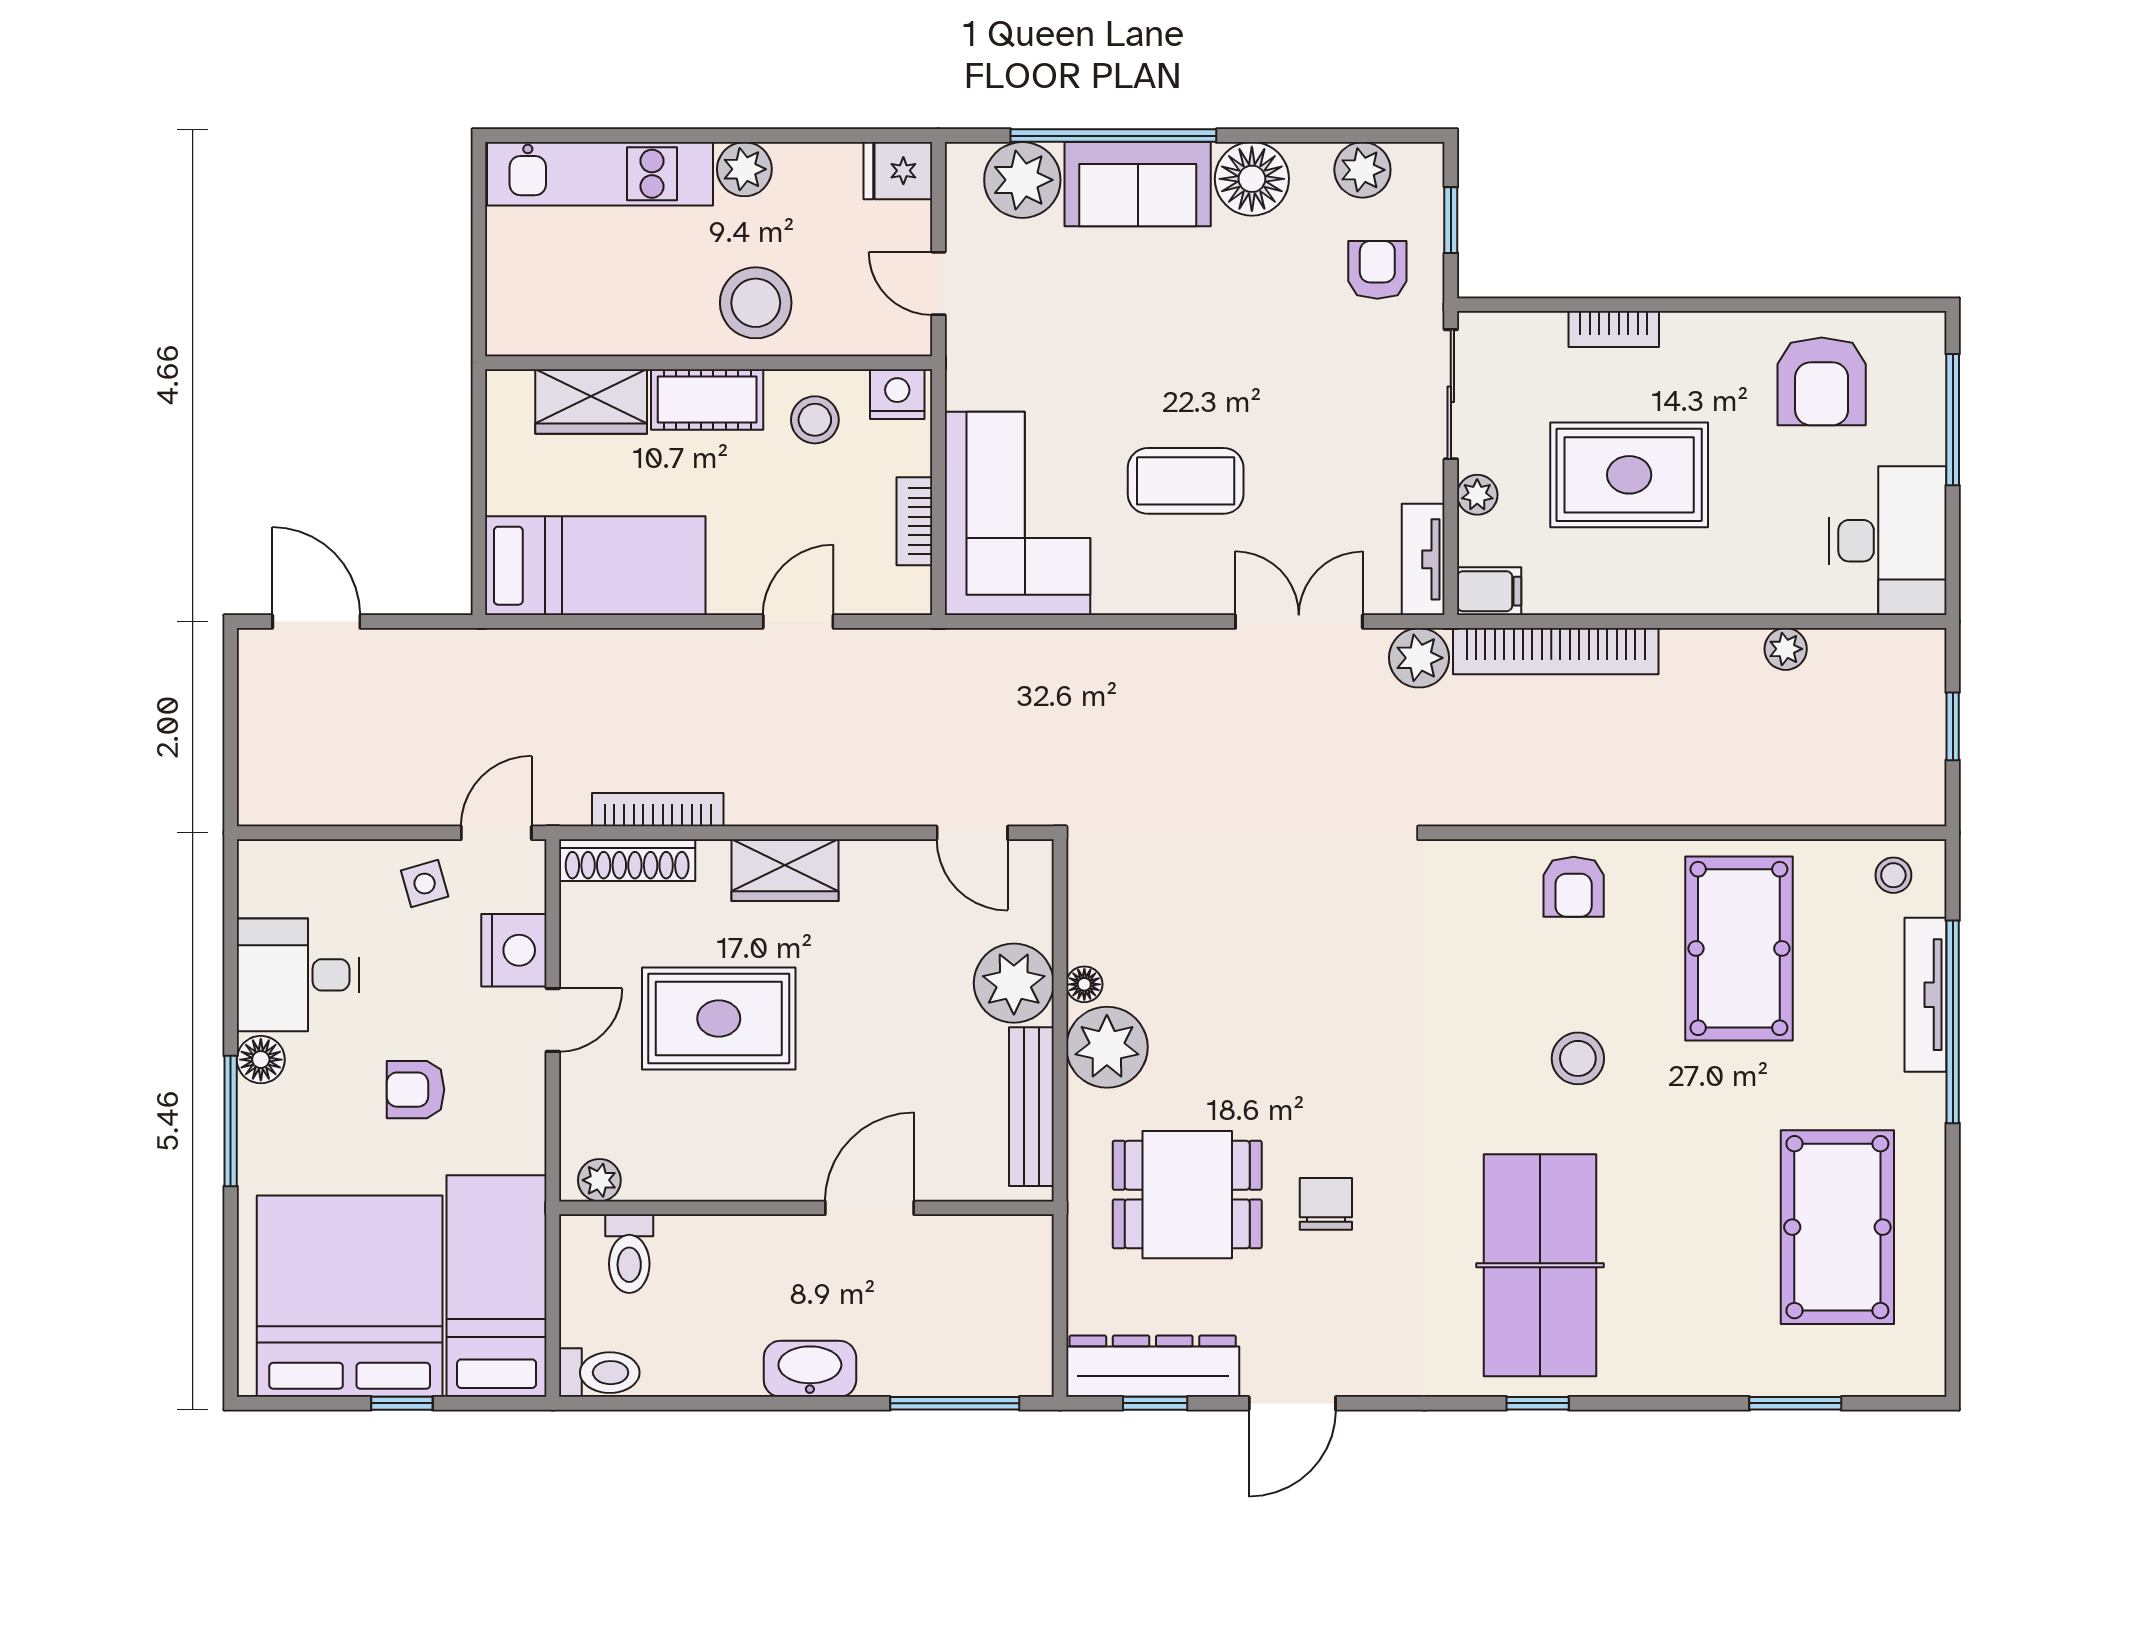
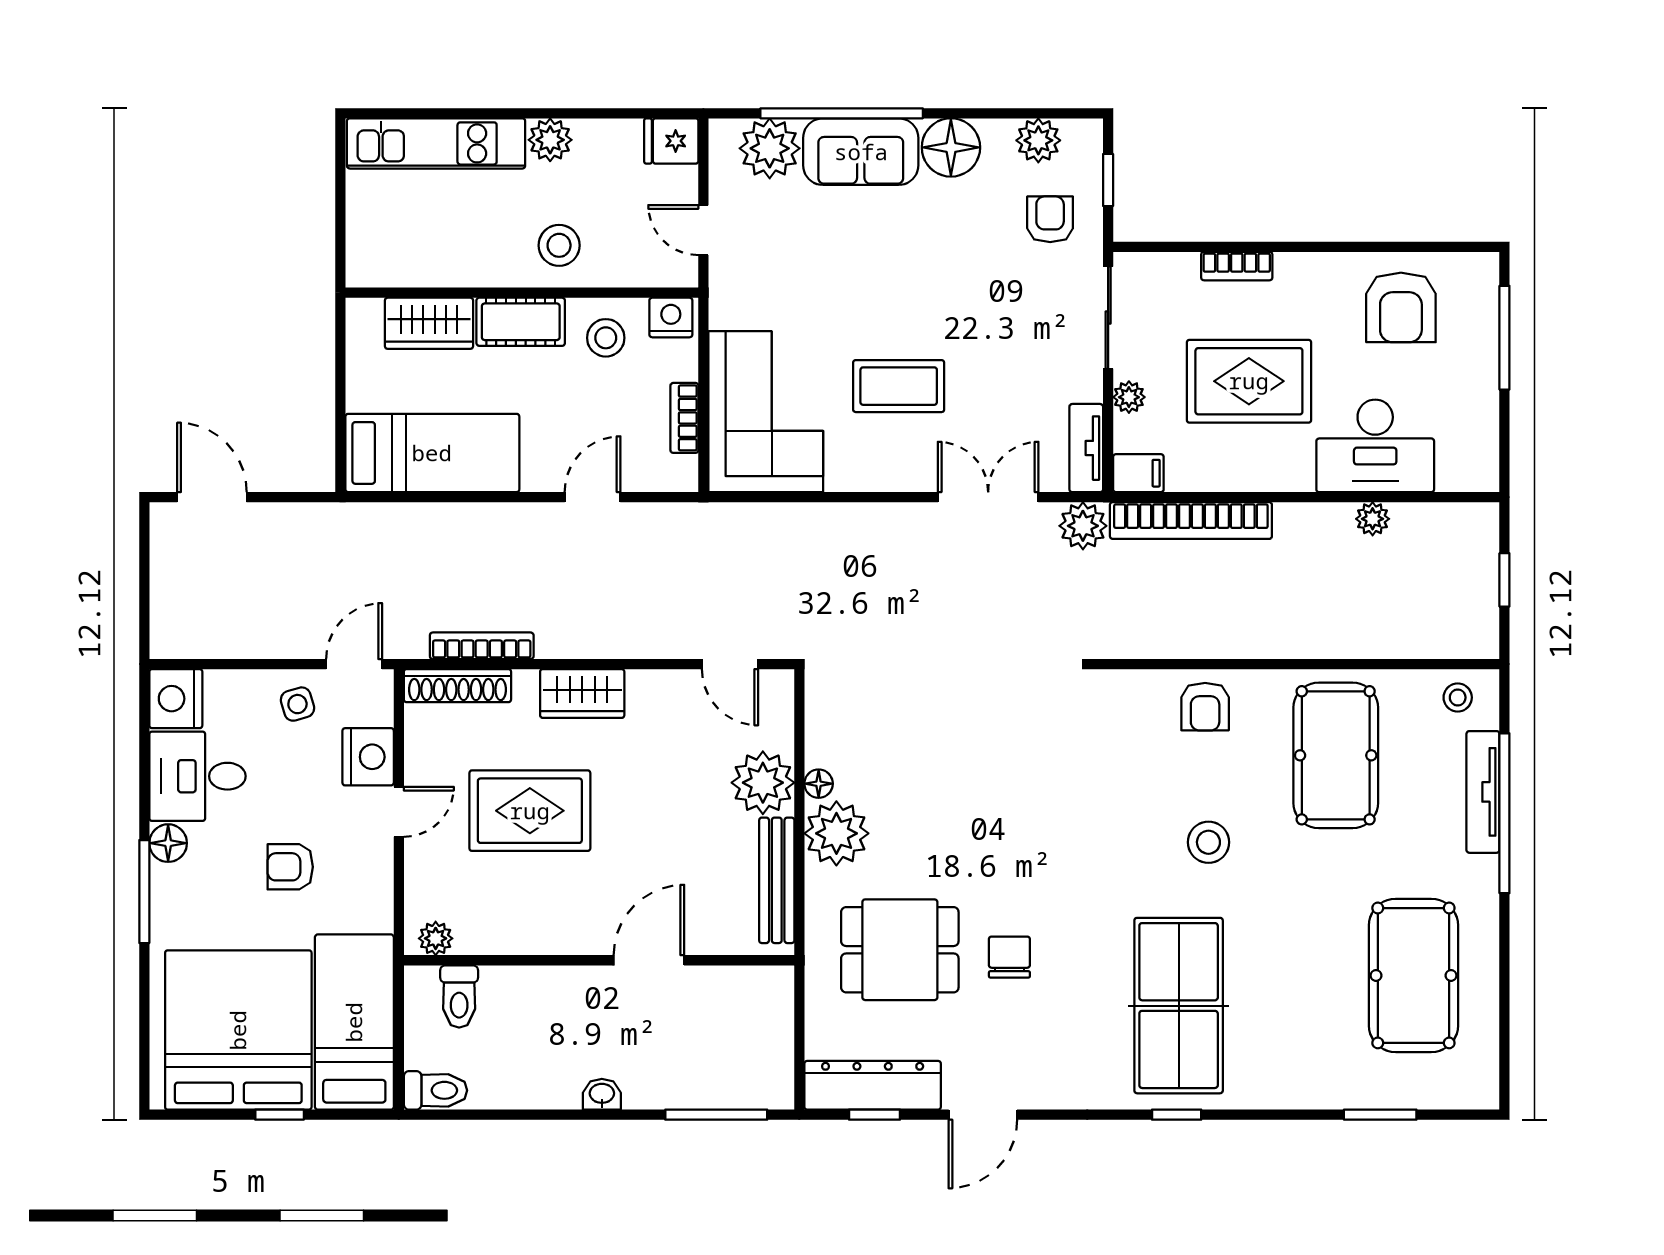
stool: (756, 303) -> (559, 245), width x0.73, depth x0.73
desk: (1888, 541) -> (1375, 446), moved, turned 90
nightstand: (271, 877) -> (176, 699), added
washbasin: (810, 1369) -> (602, 1094), width x0.52, depth x0.69

